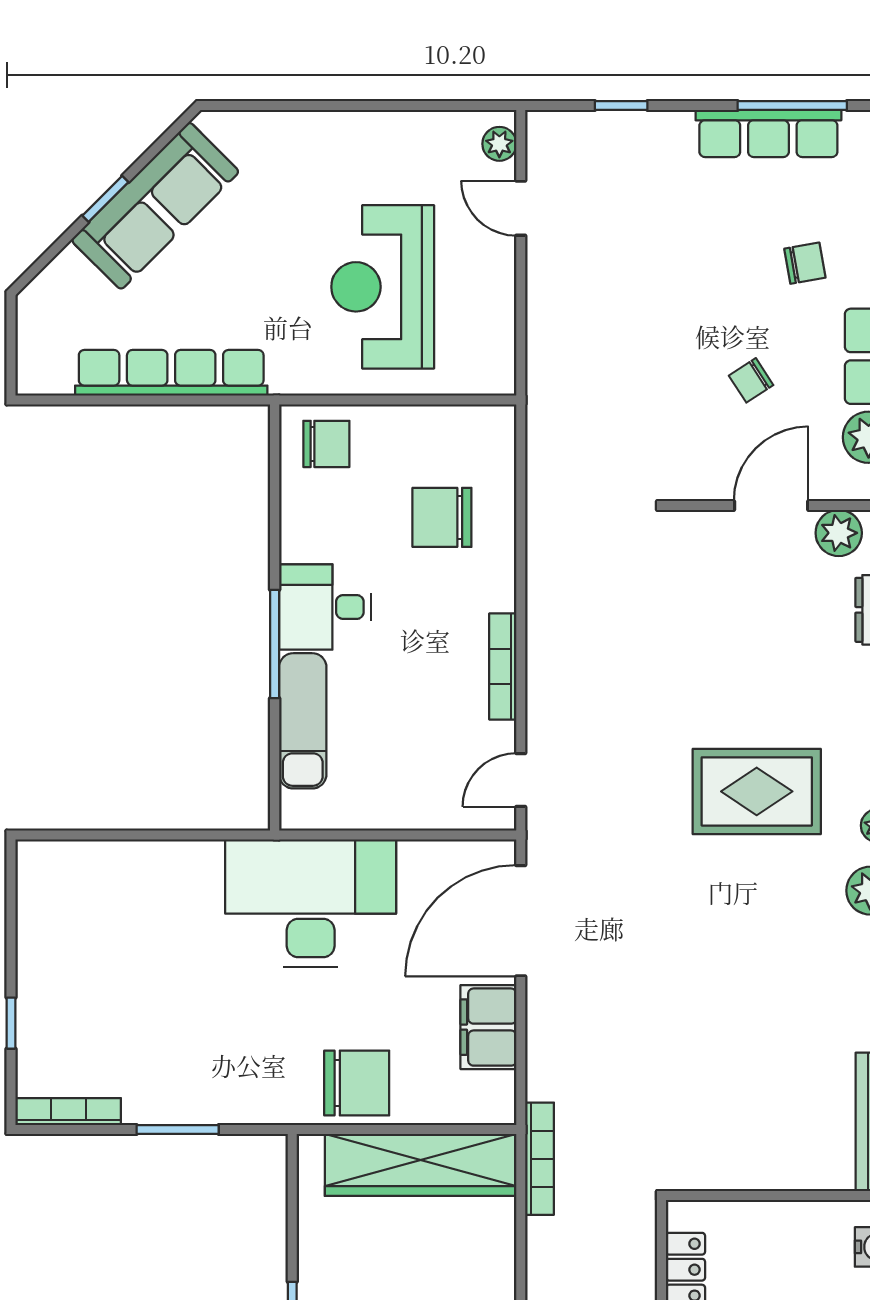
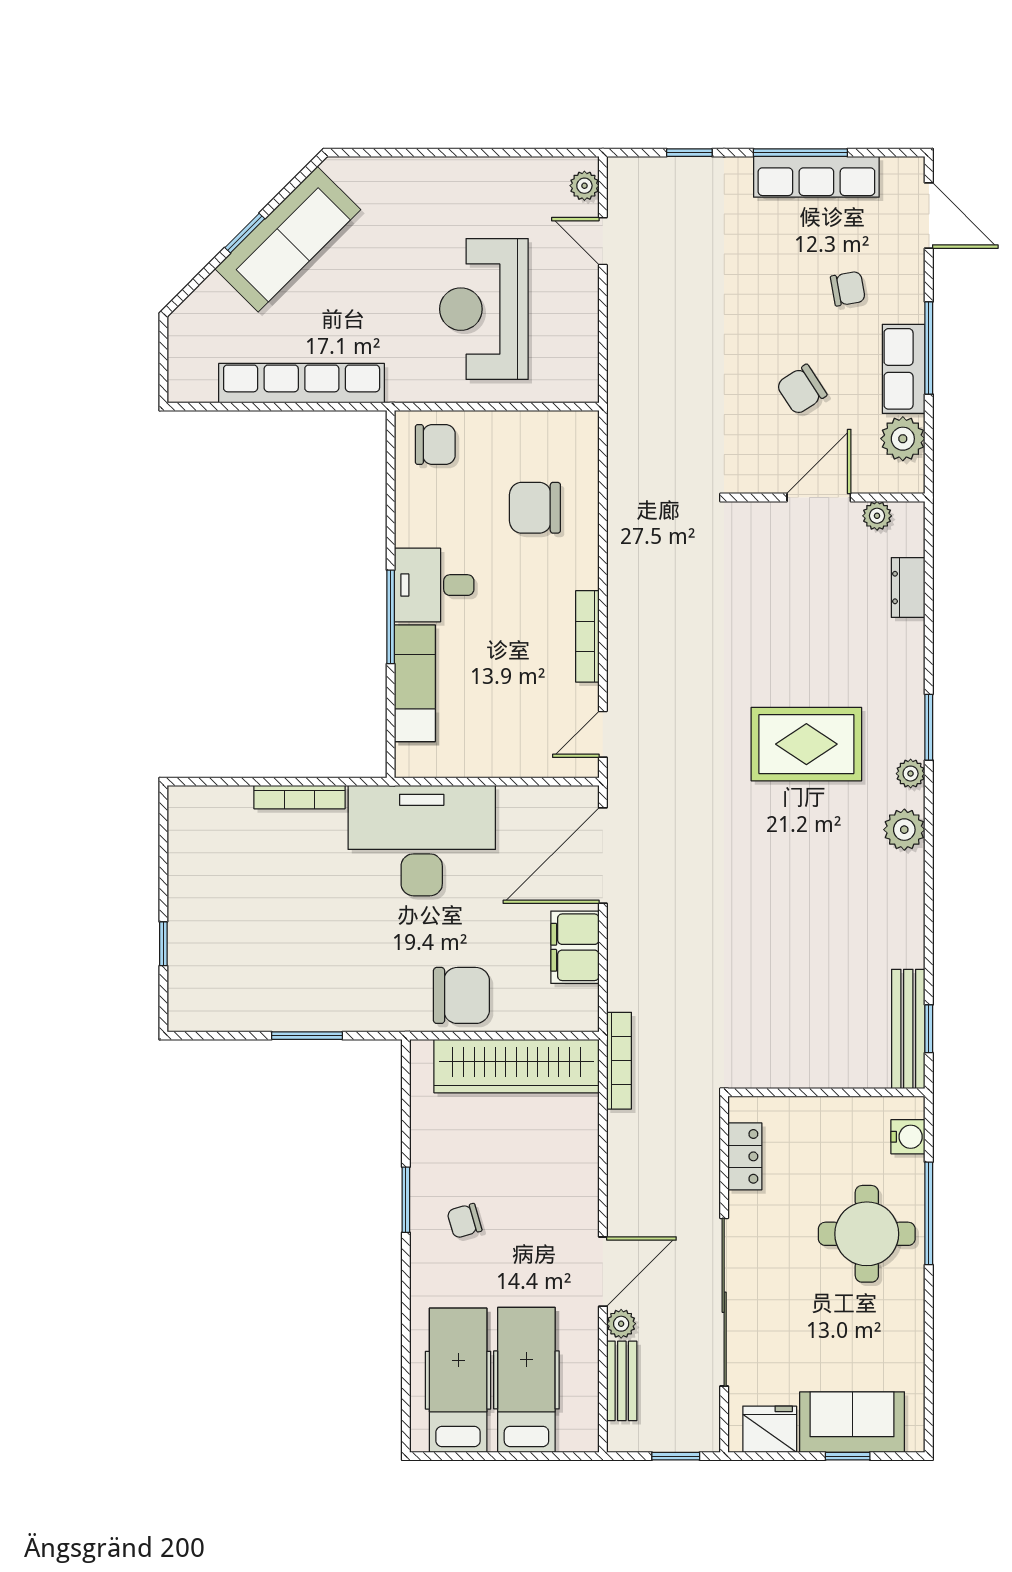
window: (792, 106) -> (800, 153), moved
chair: (751, 380) -> (801, 390), width x1.37, depth x1.37
plant: (839, 533) -> (877, 516), width x0.73, depth x0.73
bookcase: (68, 1112) -> (299, 797), moved, turned 180

